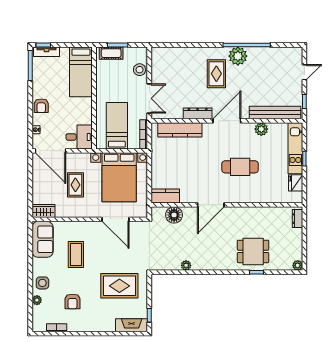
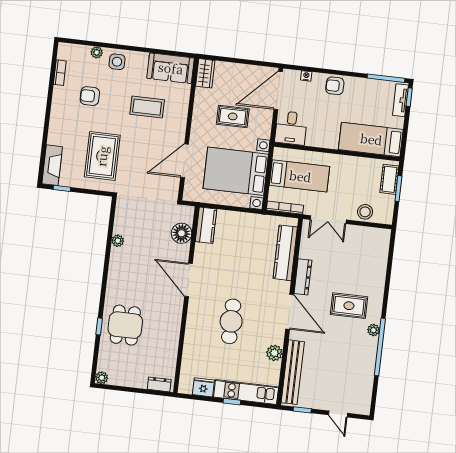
plant: (238, 56) -> (373, 330), width x0.53, depth x0.53

